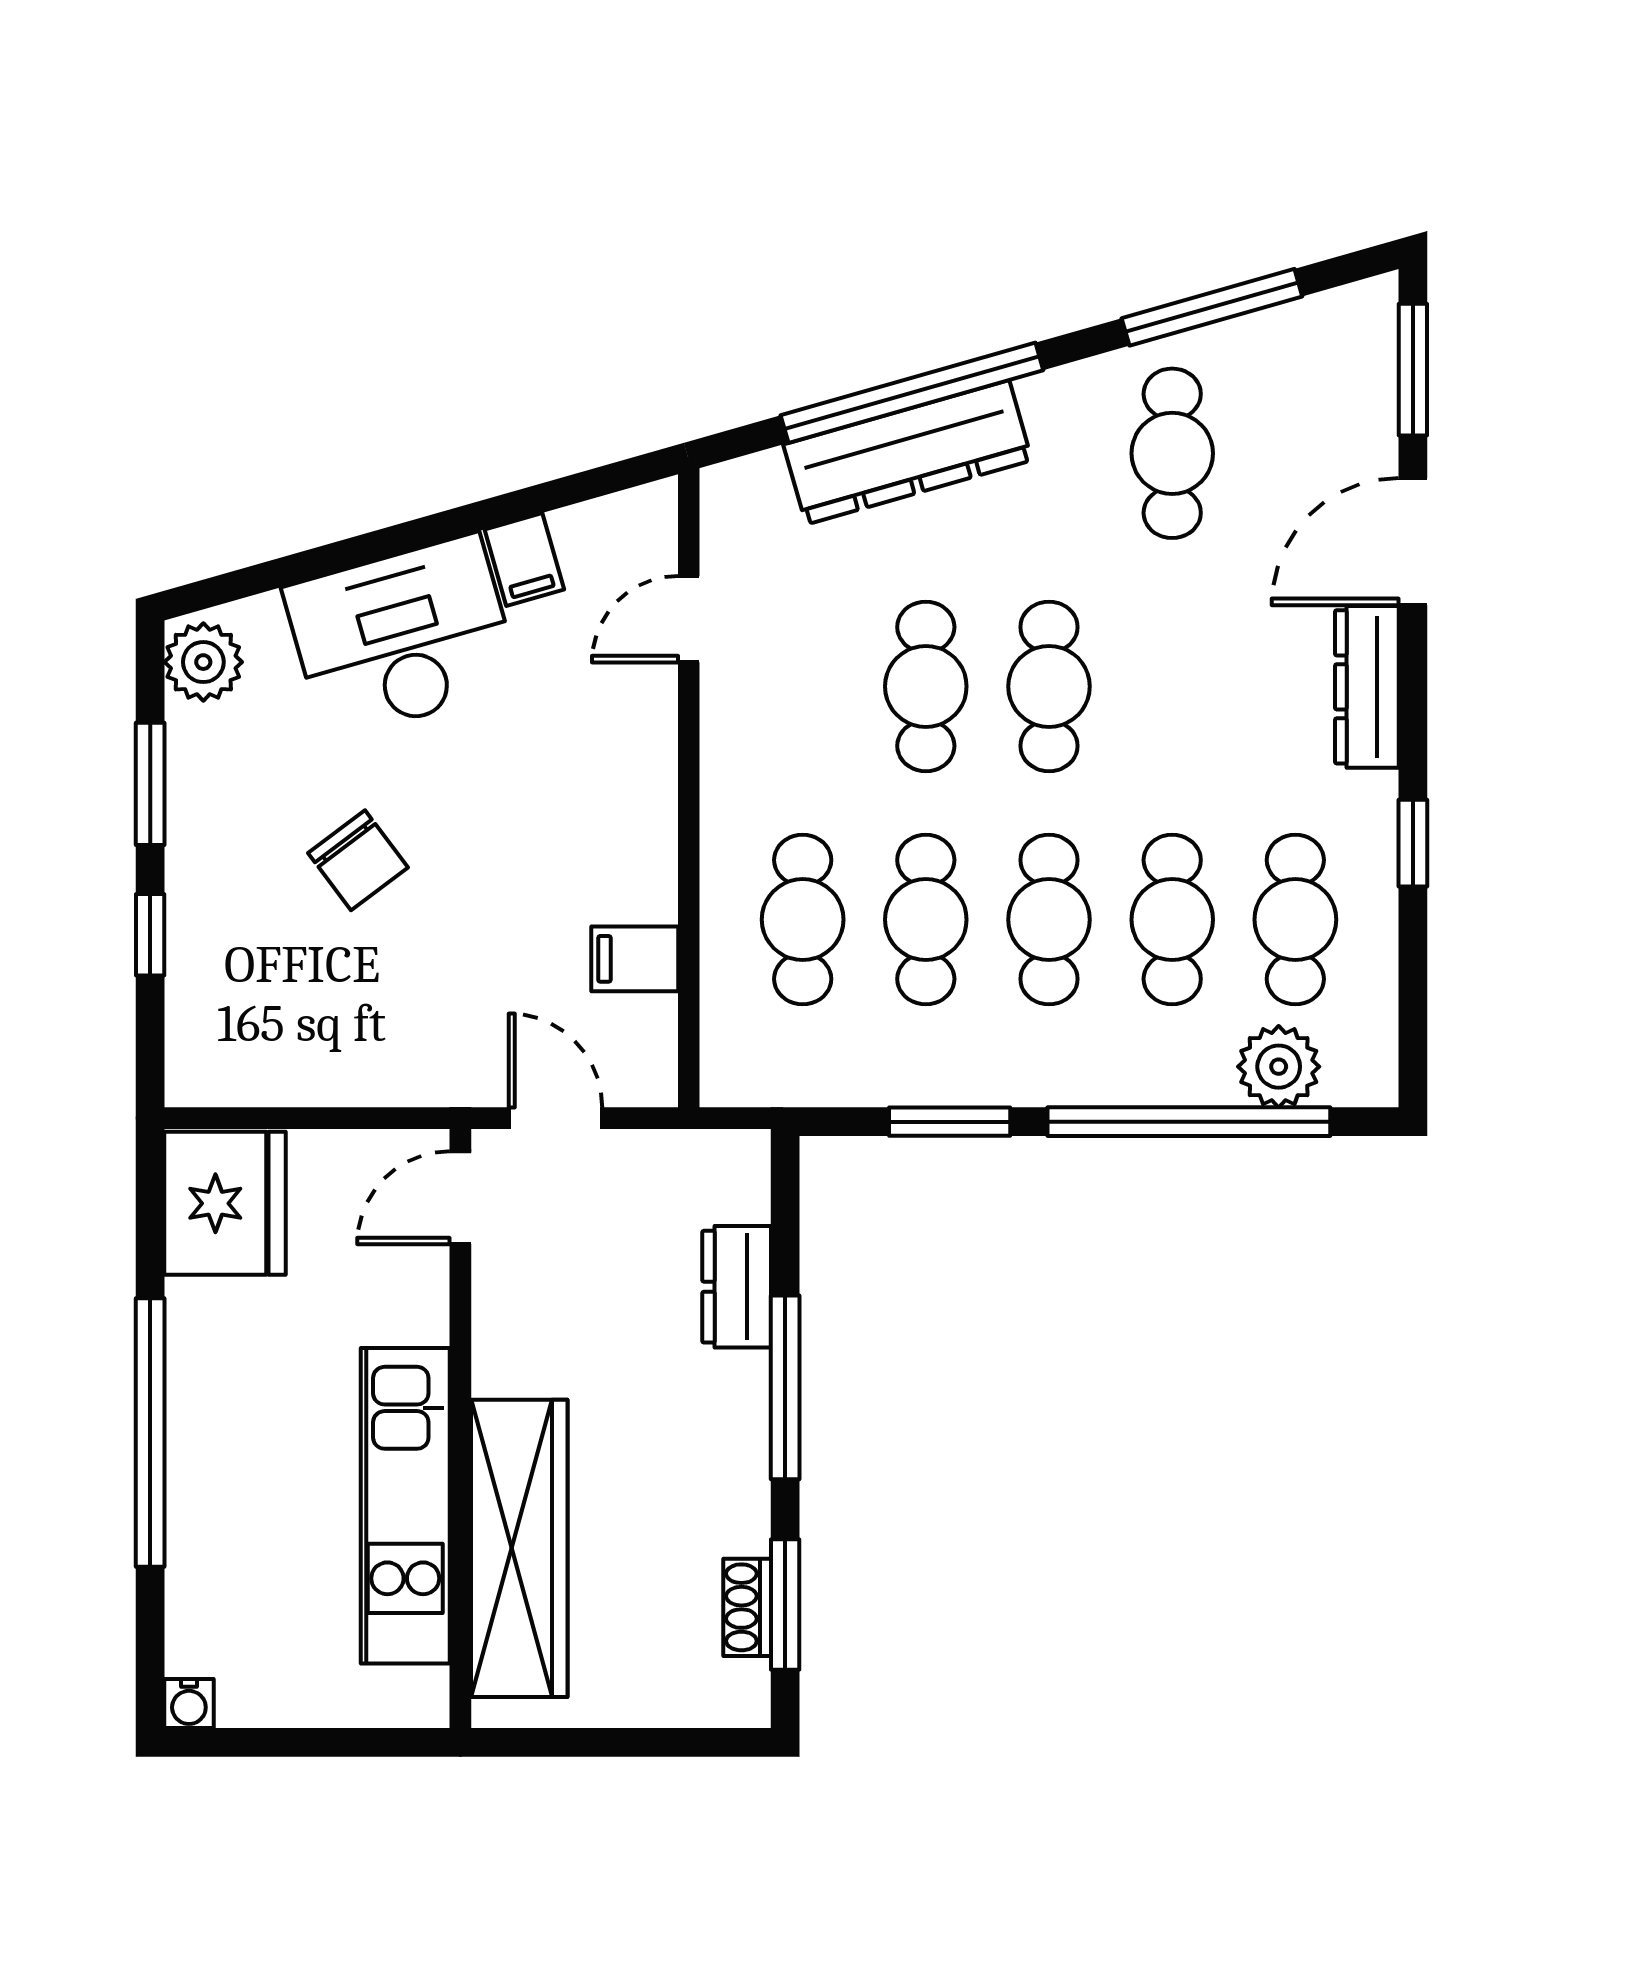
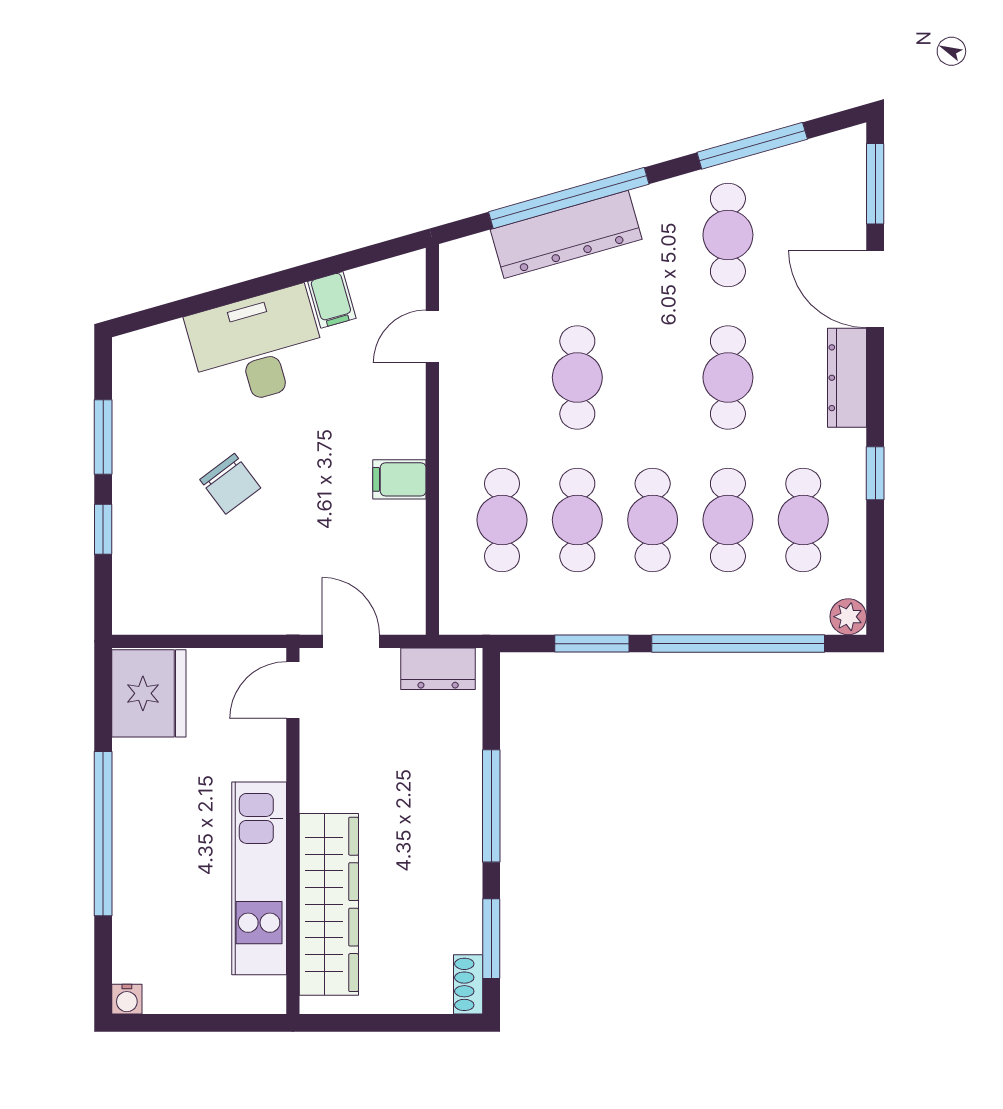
door: (1413, 542) -> (875, 289), hinge flipped
plant: (203, 662) -> (136, 363), removed
cafe table: (1049, 686) -> (728, 377), moved
filing cabinet: (635, 959) -> (399, 479), moved
plant: (1279, 1067) -> (848, 617), moved, width x0.73, depth x0.73
dresser: (737, 1287) -> (438, 669), moved, turned -90
shoe rack: (747, 1607) -> (468, 984), moved

